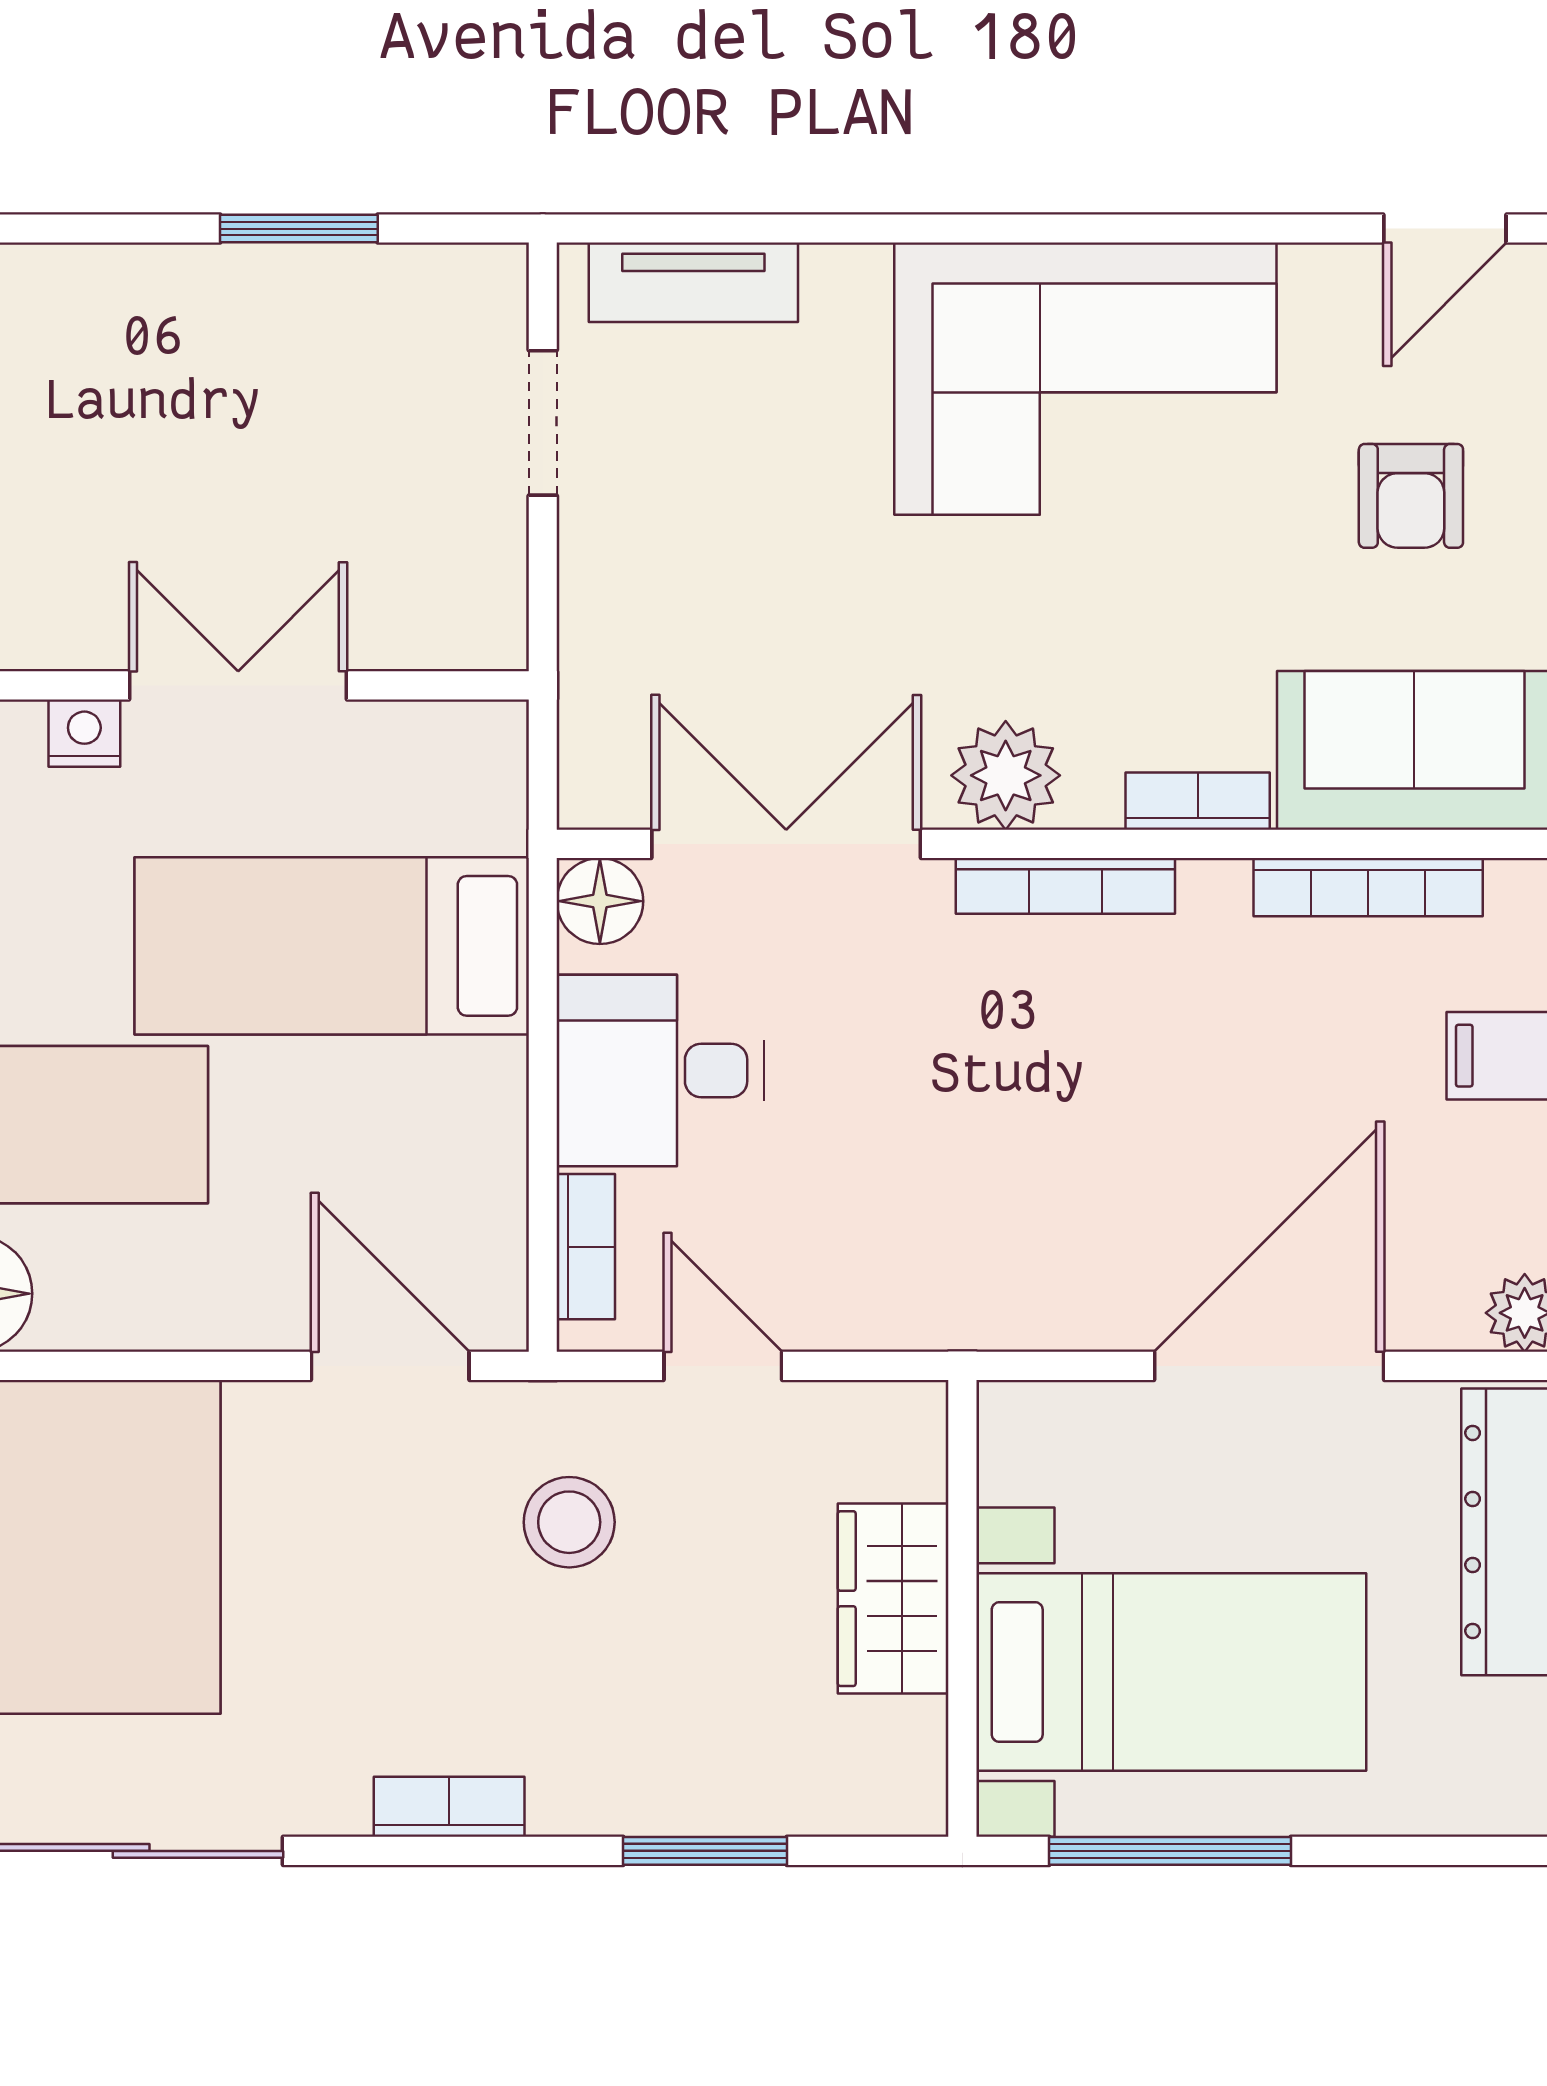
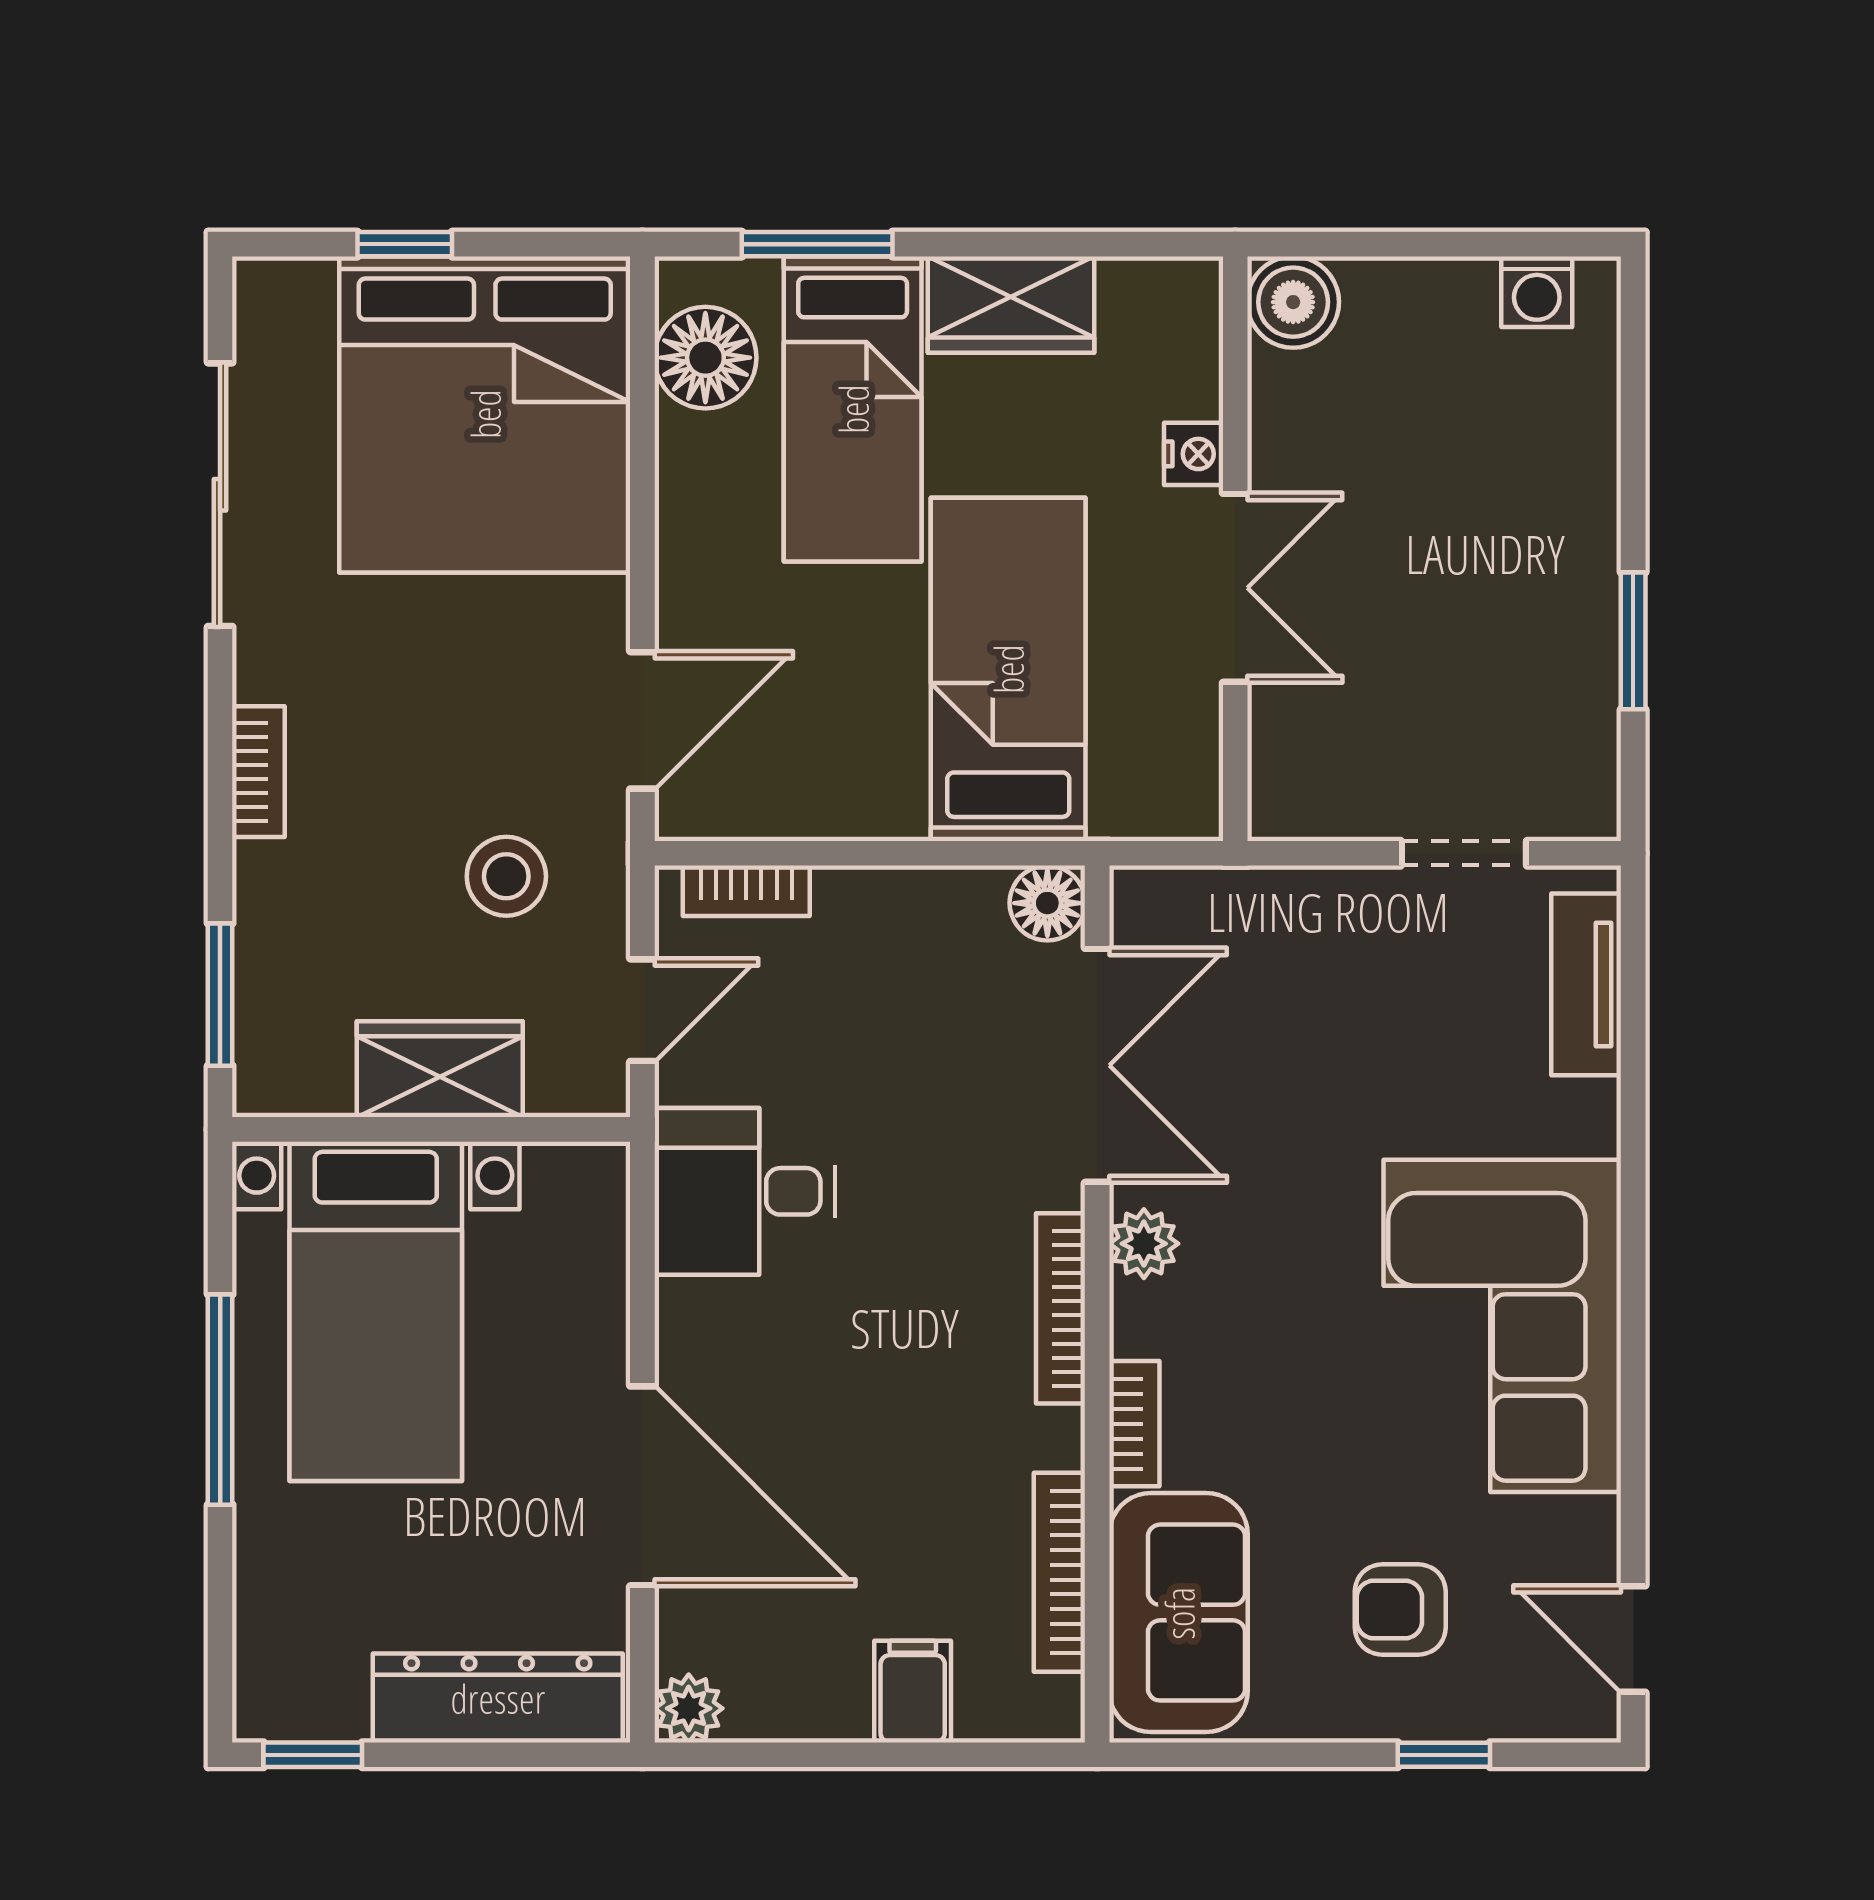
plant: (1006, 775) -> (1144, 1244), width x0.73, depth x0.73
desk: (660, 1070) -> (745, 1191), moved, turned -90
wardrobe: (893, 1599) -> (440, 1069), moved
wall: (962, 1608) -> (431, 1129), moved
bed with nightstands: (1171, 1672) -> (376, 1311), moved

